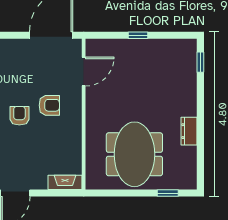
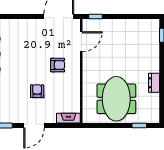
window: (138, 35) -> (96, 17), moved
armchair: (19, 116) -> (37, 91), moved

